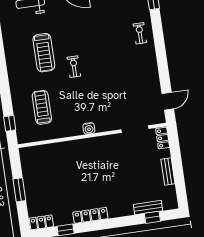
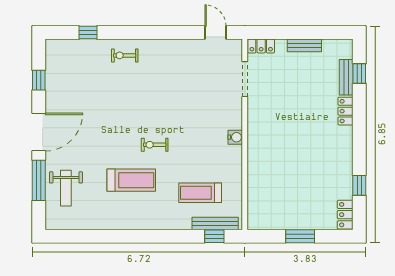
bench: (20, 122) -> (215, 224), added
locker: (90, 215) -> (346, 111), moved, width x0.66

